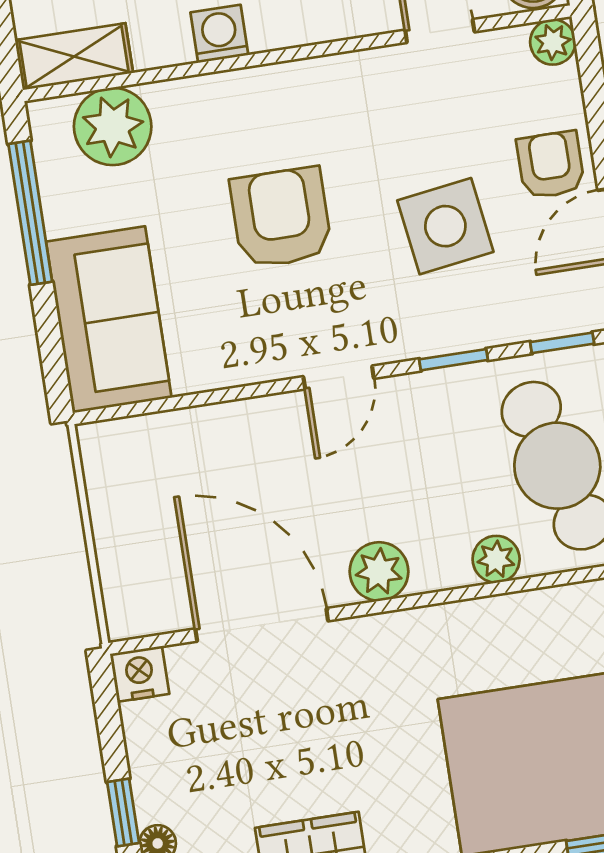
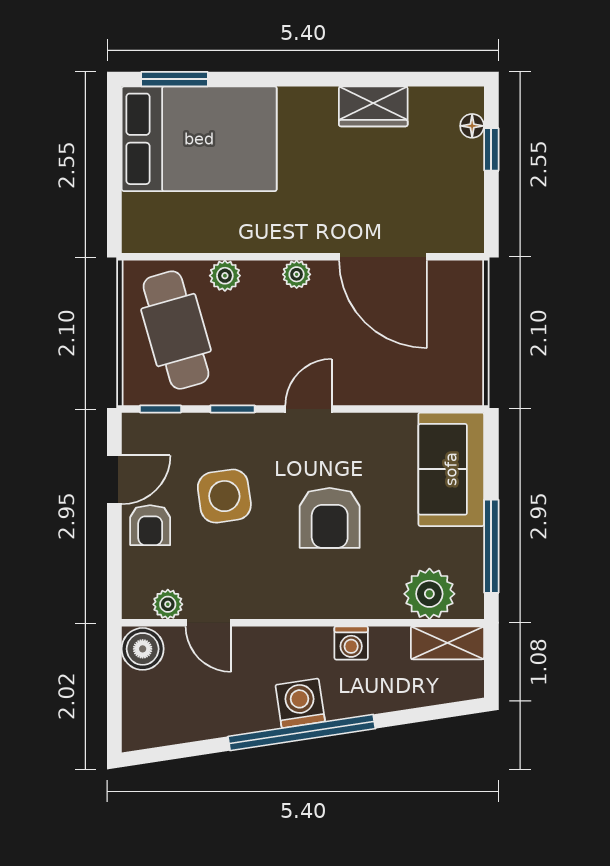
plant: (553, 42) -> (168, 604), moved
plant: (379, 571) -> (297, 274), width x0.73, depth x0.73
nightstand: (140, 674) -> (467, 237), removed

